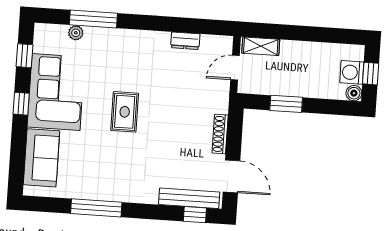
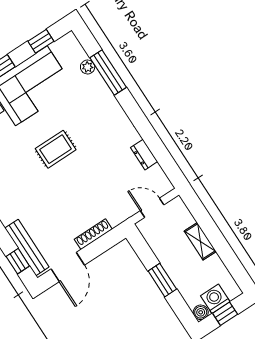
shelving: (261, 46) -> (200, 241), moved
window: (286, 104) -> (162, 280), moved

